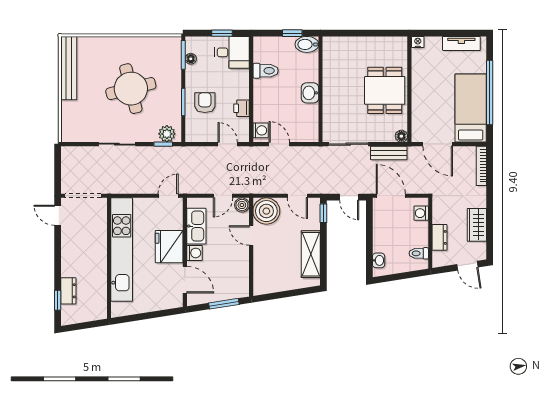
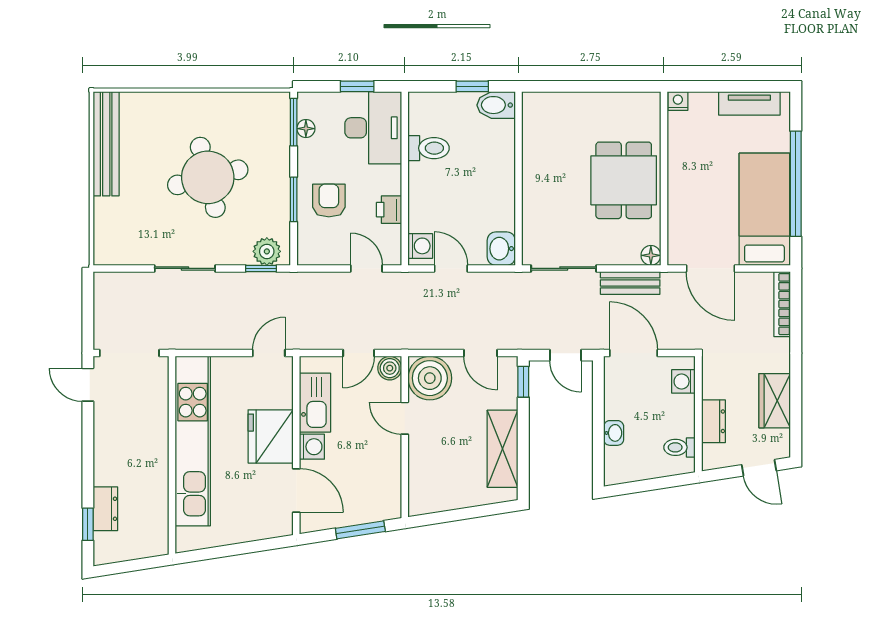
desk: (232, 52) -> (373, 128), width x1.37
washbasin: (310, 93) -> (501, 249), moved
washbasin: (379, 260) -> (614, 433), moved

